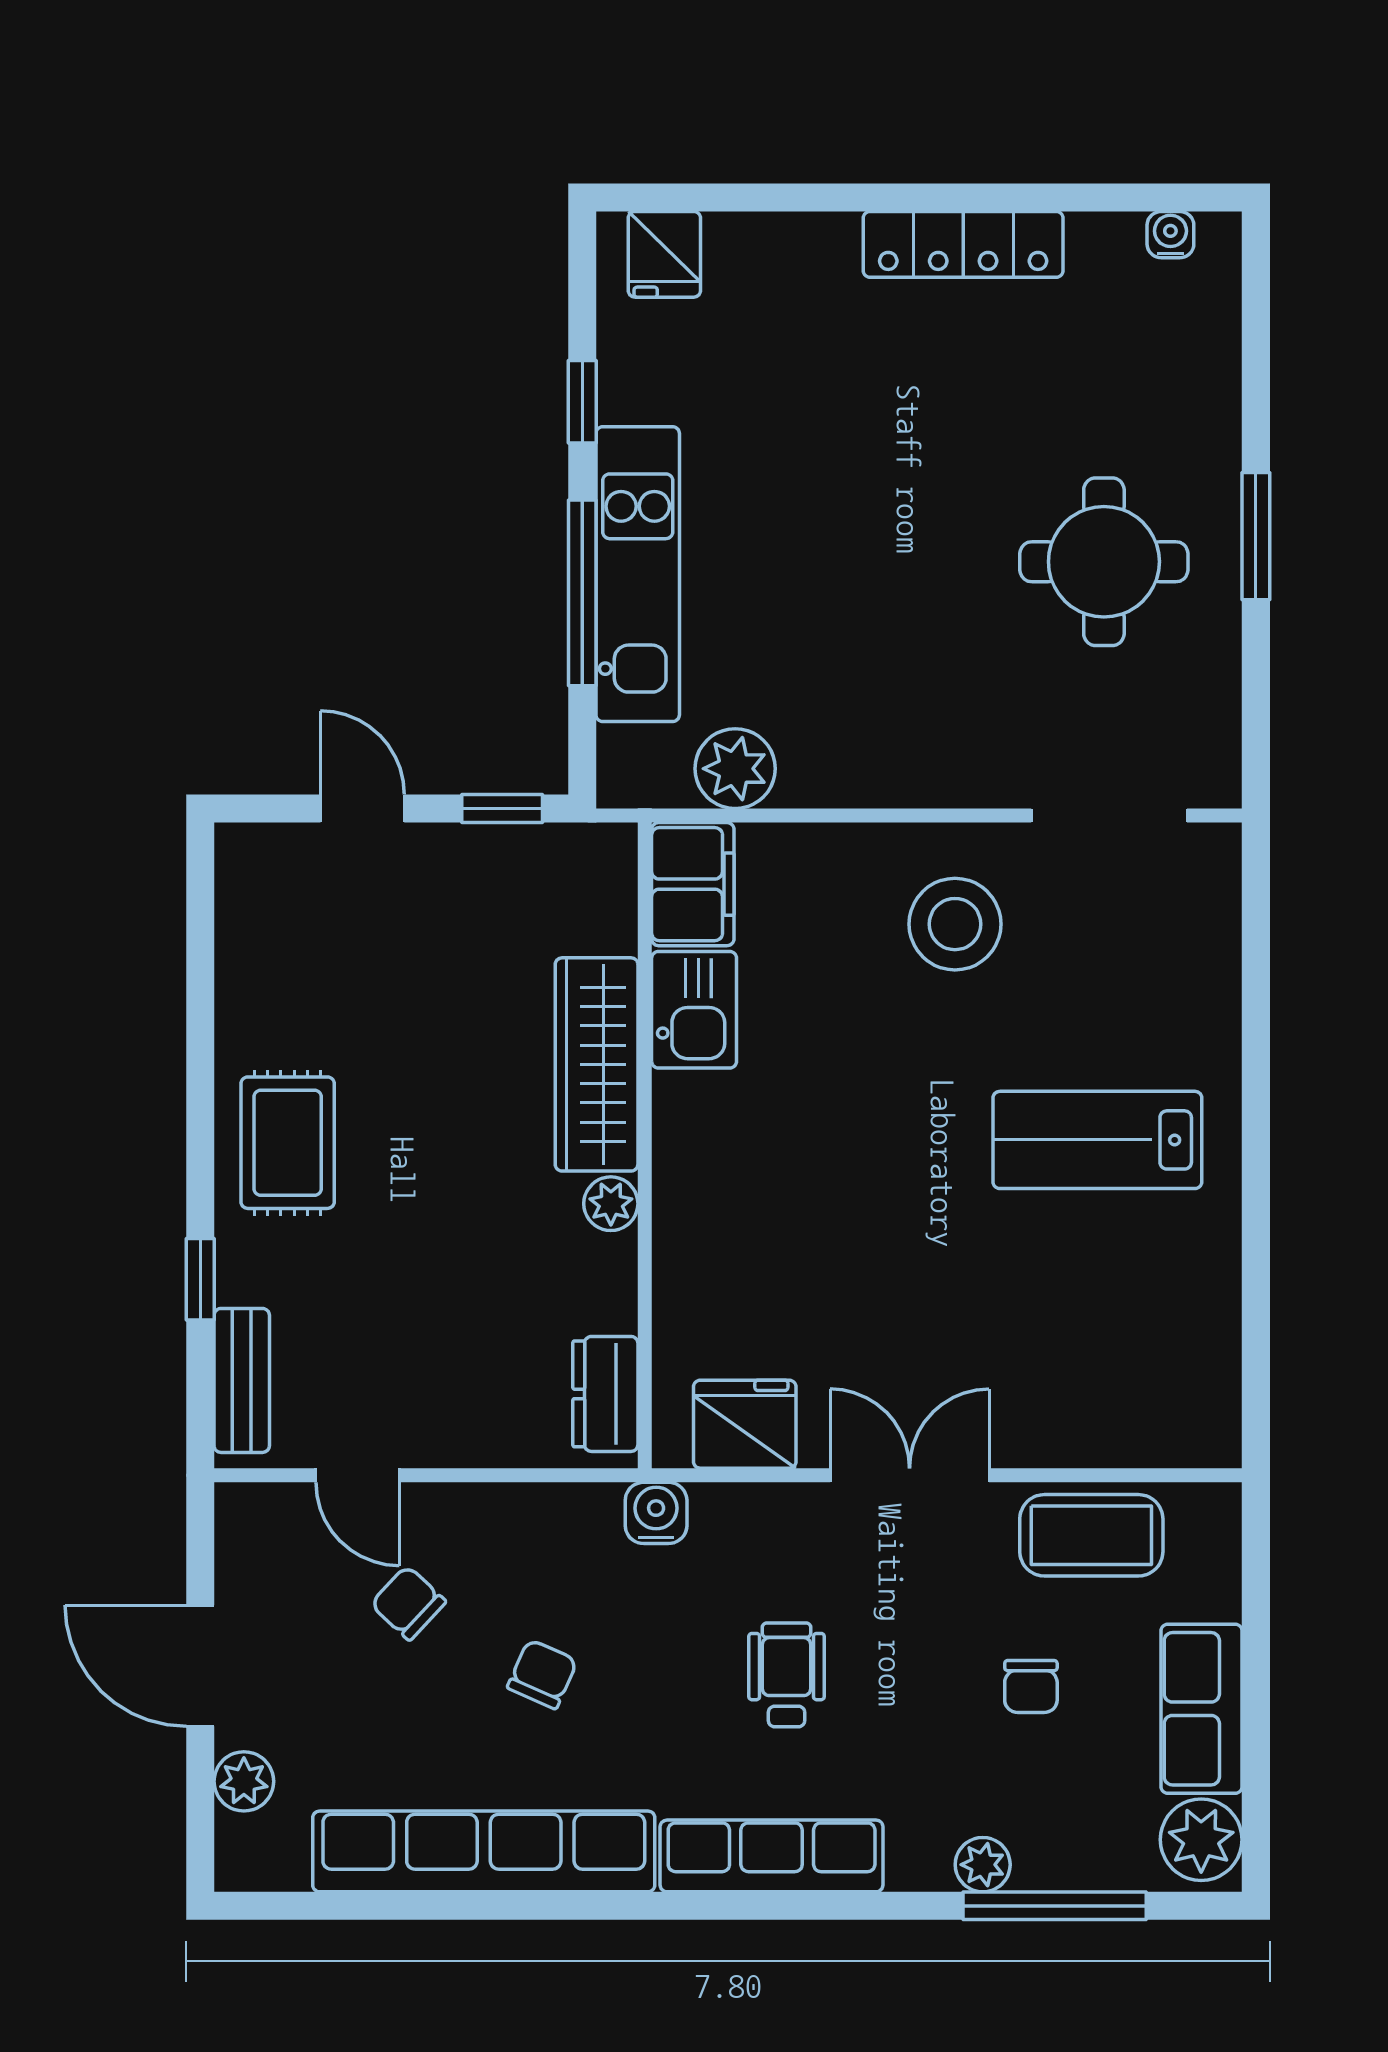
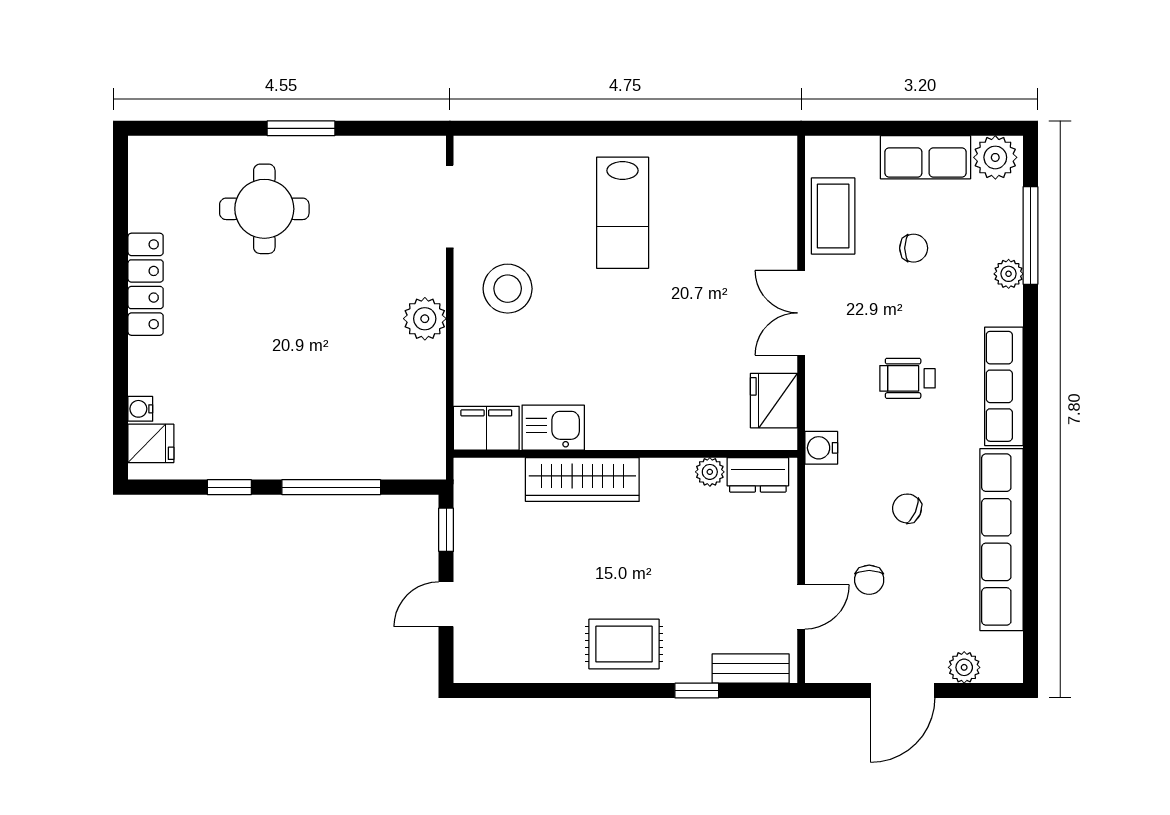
water cooler: (1170, 235) -> (140, 409), moved
round table: (1104, 562) -> (264, 209), moved
kitchen unit: (638, 574) -> (321, 458), removed
plant: (735, 769) -> (425, 319), moved
plant: (611, 1204) -> (710, 472), moved
chair: (408, 1603) -> (869, 580), turned -43

